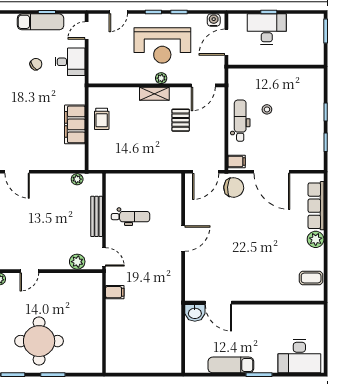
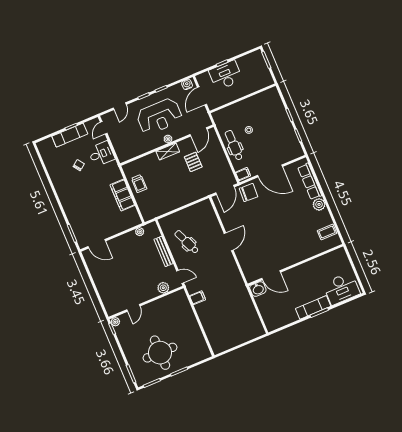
dental chair: (130, 217) -> (187, 242), turned -113
exam couch: (231, 365) -> (313, 307), moved

